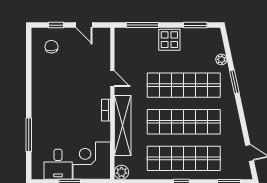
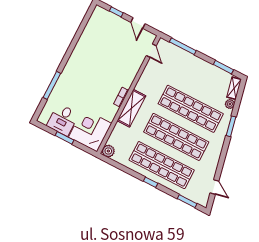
display table: (169, 40) -> (198, 68), removed
shelving: (217, 41) -> (234, 88), added
chair: (51, 47) -> (104, 27), removed
door: (112, 79) -> (151, 51), moved
shelving: (123, 126) -> (131, 108), width x0.68

